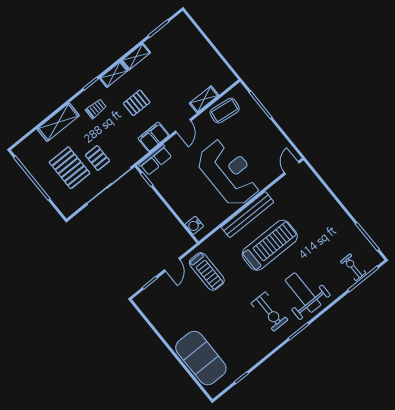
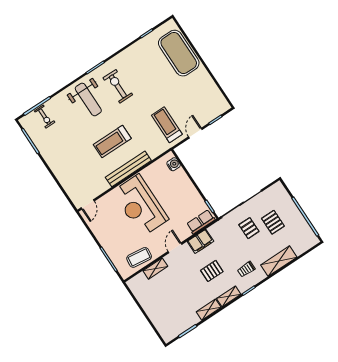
pallet: (70, 168) -> (273, 222), width x0.67, depth x0.71
treadmill: (270, 245) -> (112, 142), width x0.73, depth x0.73

